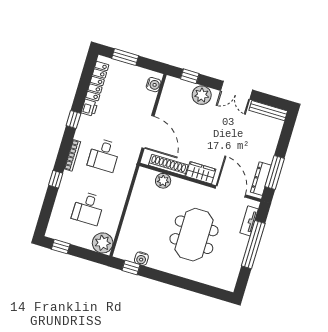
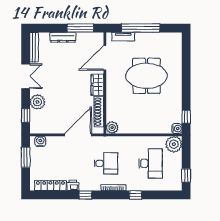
window: (125, 57) -> (26, 157), moved
dresser: (261, 179) -> (63, 37), moved
plant: (163, 181) -> (112, 128), moved
desk: (88, 208) -> (150, 163), width x1.37
water cooler: (141, 259) -> (177, 129), moved

